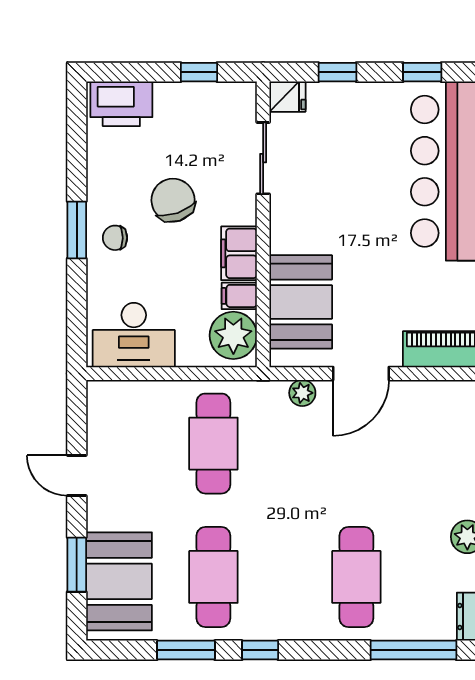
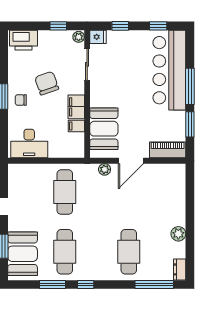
plant: (233, 335) -> (79, 37), moved, width x0.53, depth x0.53

